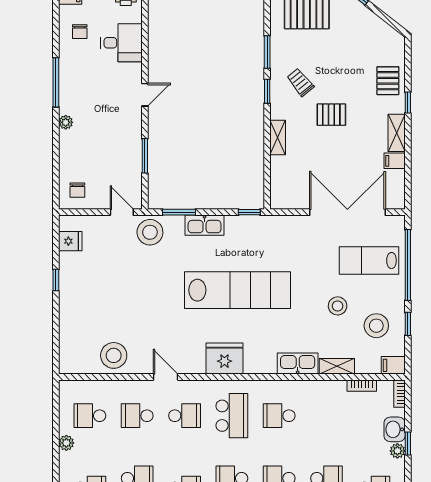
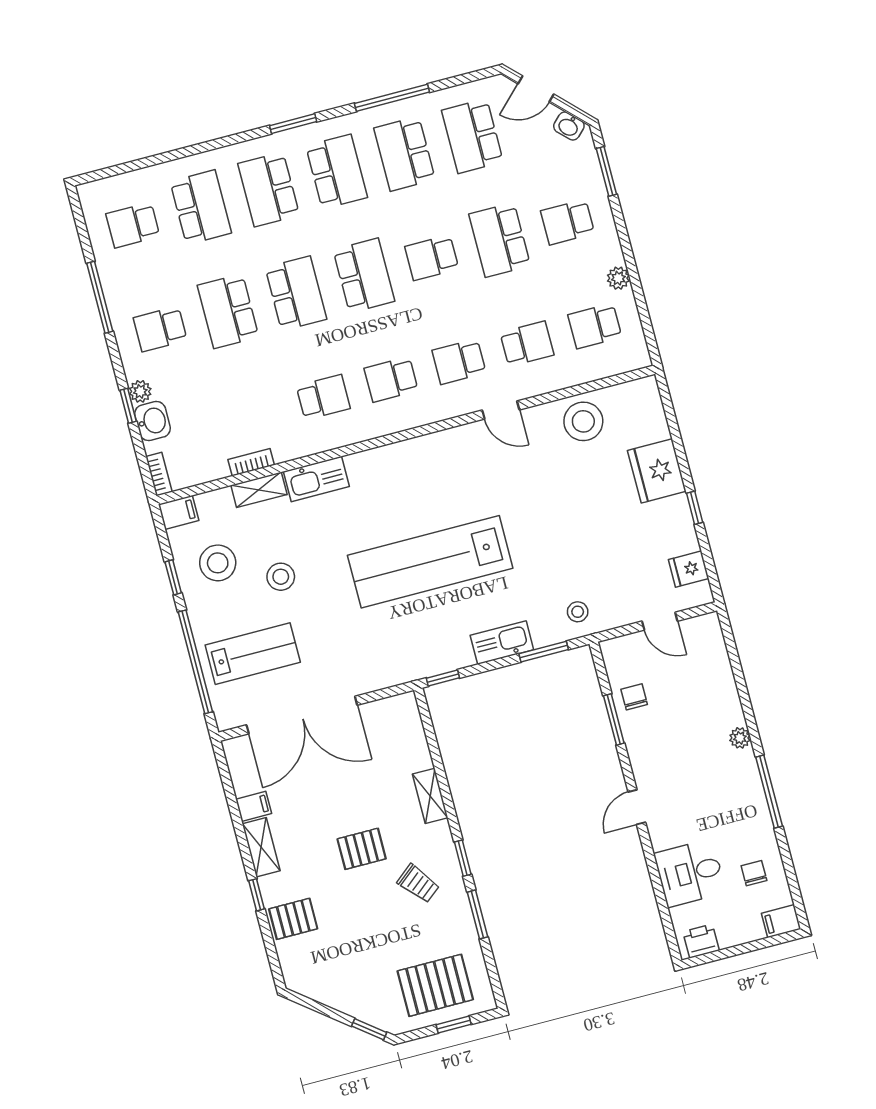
pallet: (388, 81) -> (293, 919), turned 90
chair: (77, 190) -> (634, 697), moved
door: (122, 212) -> (660, 621), moved
stool: (150, 232) -> (578, 612), width x0.53, depth x0.53
fridge: (224, 359) -> (657, 471), moved, turned 90
bookcase: (362, 386) -> (251, 462), moved
school desk: (90, 416) -> (595, 326), turned 180
school desk: (232, 416) -> (391, 379), width x0.54

